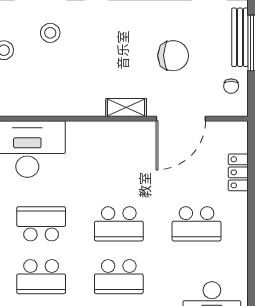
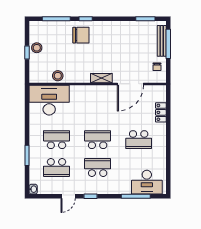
stool: (50, 33) -> (58, 76), moved
chair: (173, 56) -> (81, 35), moved
school desk: (119, 224) -> (98, 140), turned 180
school desk: (119, 277) -> (98, 168), turned 180

